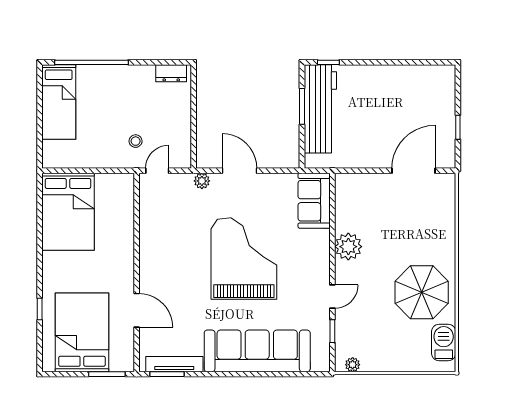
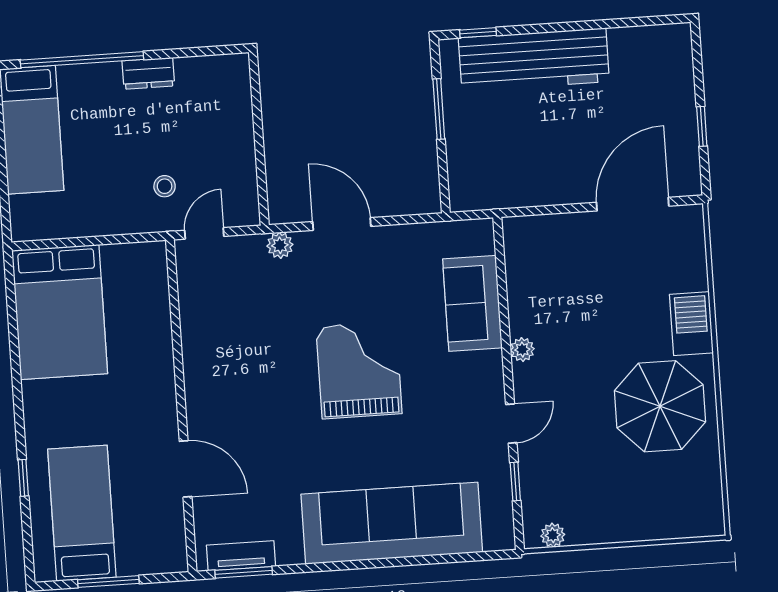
dresser: (171, 73) -> (148, 73), moved
workbench: (320, 109) -> (534, 60), moved, turned 90
sofa: (314, 201) -> (472, 303), moved
plant: (348, 247) -> (522, 350), width x0.53, depth x0.53
grand piano: (244, 258) -> (359, 370), width x0.73, depth x0.68
bed: (82, 332) -> (82, 513), width x0.67
barbecue: (444, 342) -> (691, 324), moved
tv unit: (174, 364) -> (241, 556), width x0.71
window: (107, 374) -> (108, 582), moved

